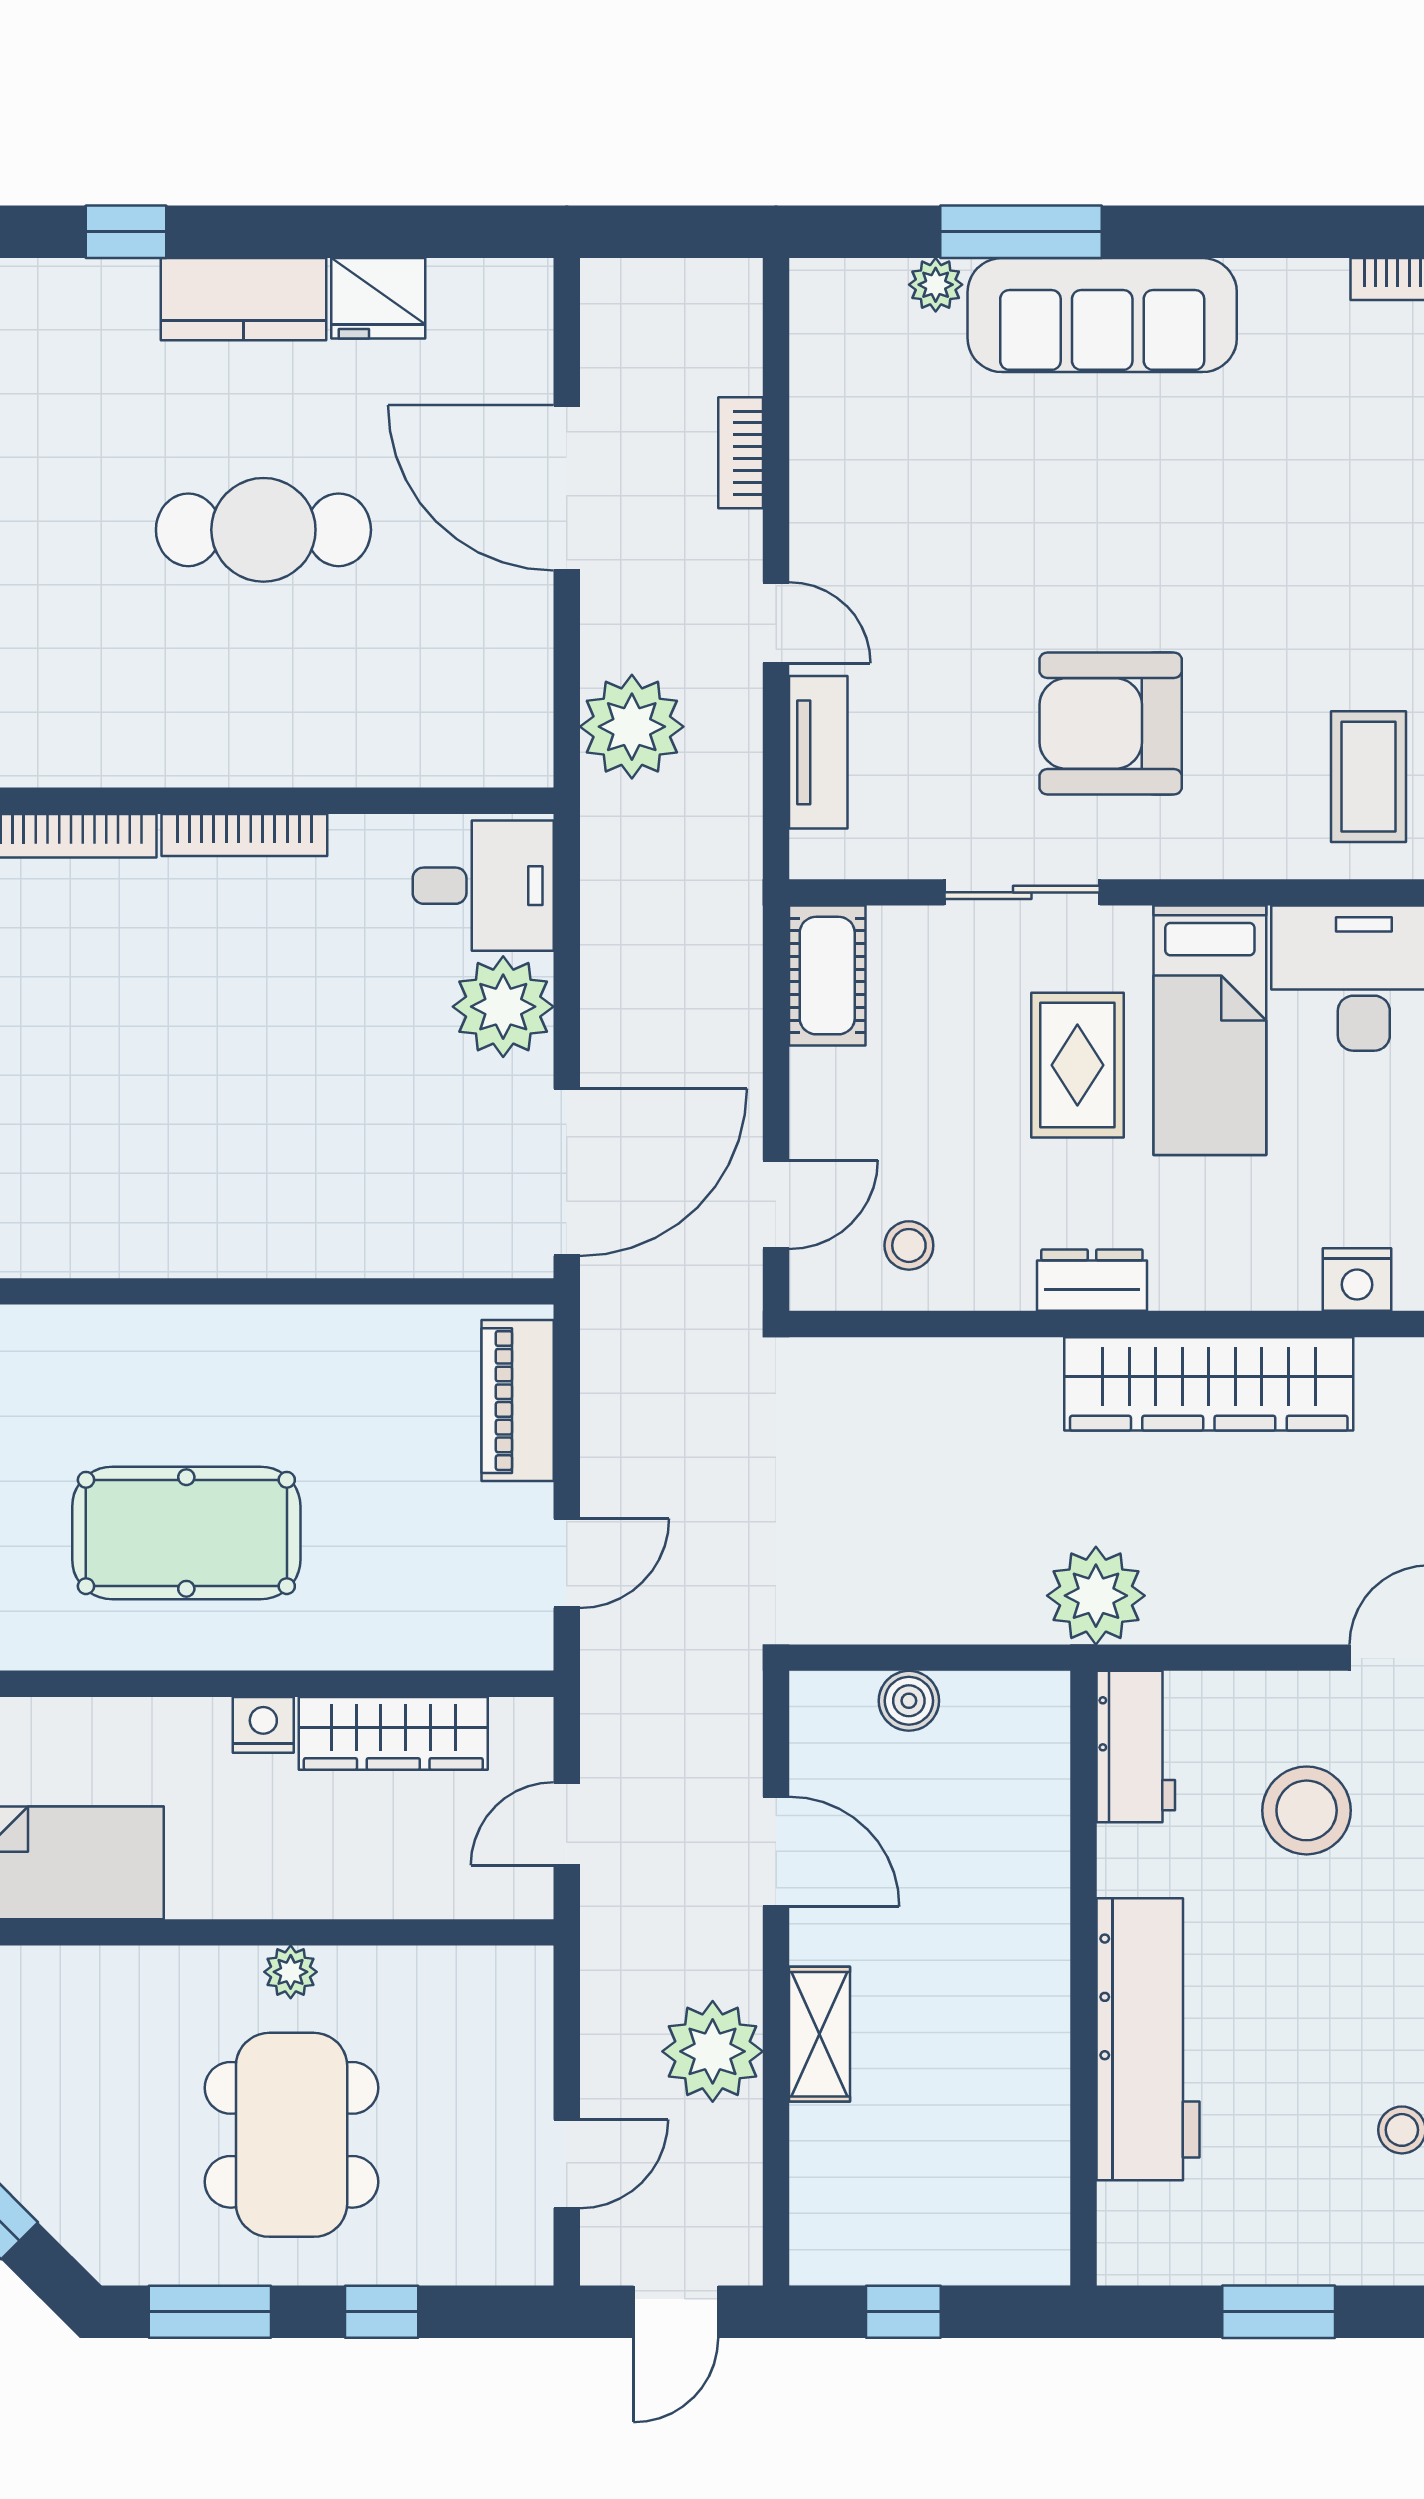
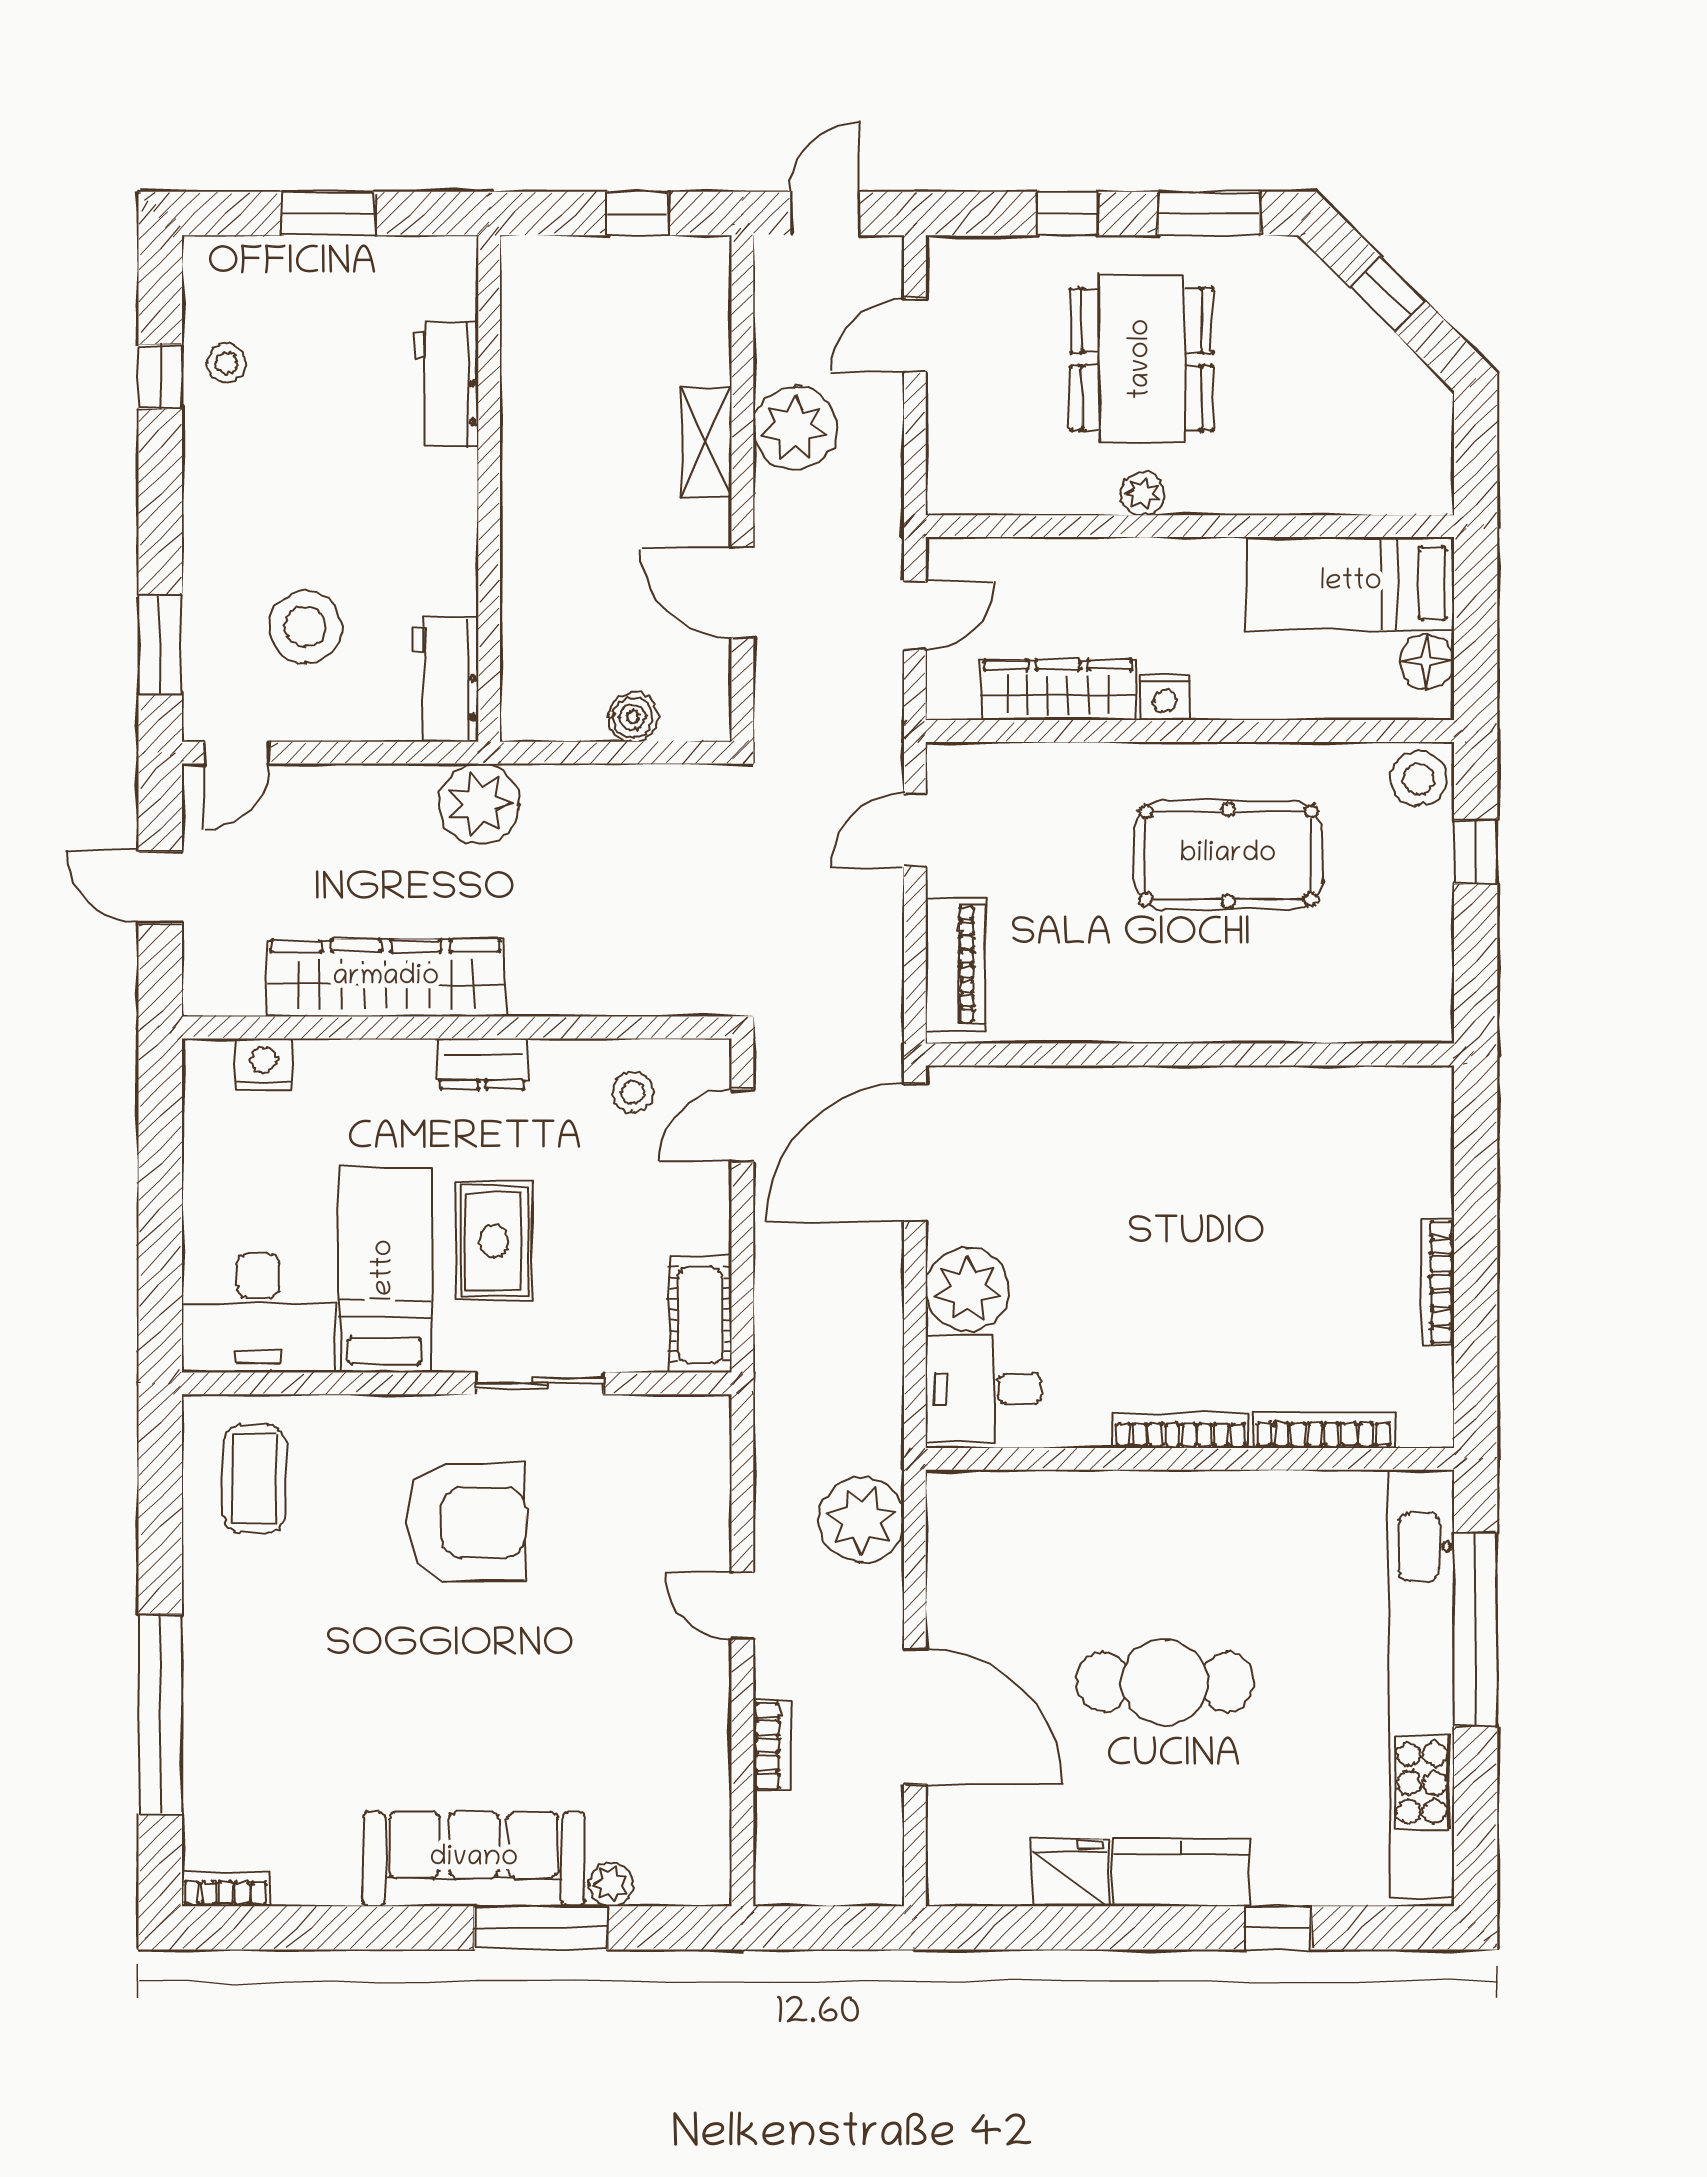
tv unit: (818, 752) -> (708, 1499), removed
workbench: (1148, 2039) -> (446, 384), width x0.53, depth x0.76

